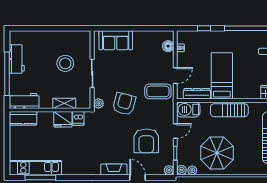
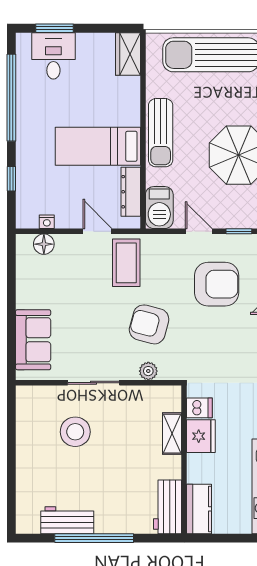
workbench: (24, 101) -> (167, 507), moved
shelving: (64, 103) -> (172, 434), moved
wall: (50, 110) -> (184, 460), moved
kitchen counter: (23, 118) -> (199, 509), moved
dishwasher: (78, 118) -> (199, 408), moved
fridge: (63, 119) -> (201, 436), moved

